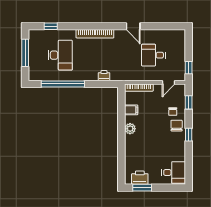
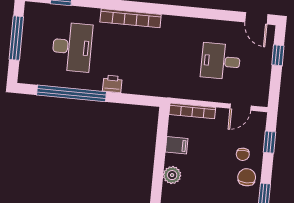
door: (133, 26) -> (256, 18), moved
window: (189, 68) -> (278, 55), moved
printer: (104, 76) -> (112, 84), moved

